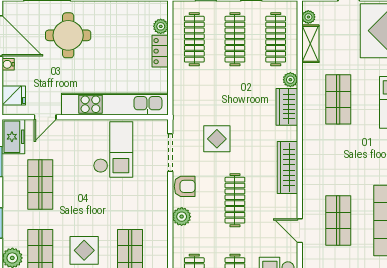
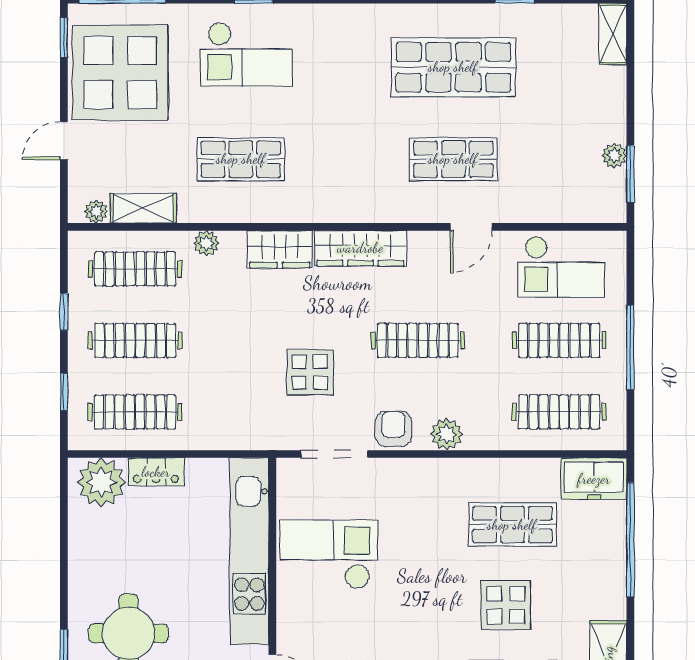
plant: (161, 26) -> (101, 482), width x1.88, depth x1.88
wardrobe: (287, 107) -> (280, 249), moved

